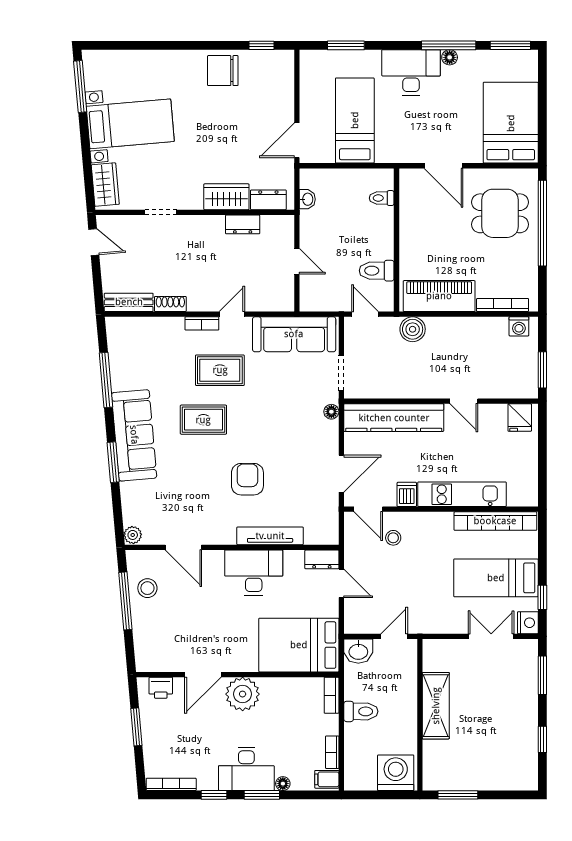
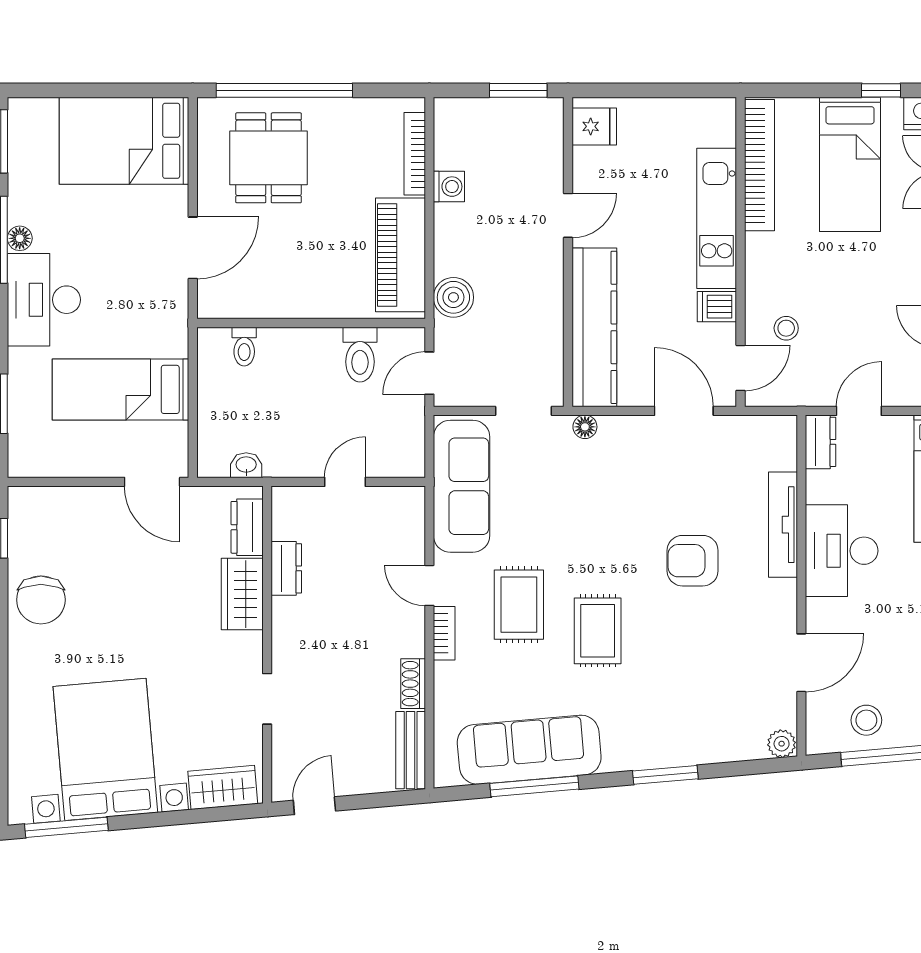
bed with nightstands: (130, 124) -> (105, 749), width x1.36
washing machine: (519, 326) -> (449, 187), moved
sofa: (134, 435) -> (529, 750), moved

